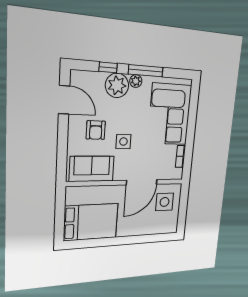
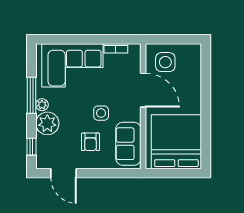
window: (108, 67) -> (32, 147), moved
door: (64, 100) -> (64, 173), swing flipped
armchair: (96, 130) -> (90, 142), turned 90
bed: (91, 222) -> (176, 142), width x1.36

